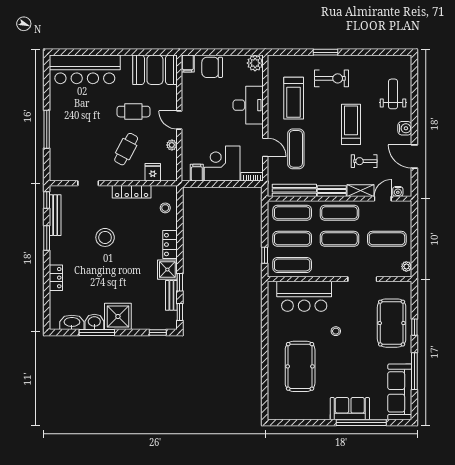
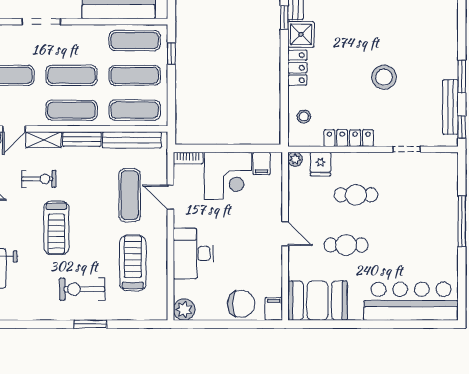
plant: (172, 145) -> (295, 159), moved
cafe table: (126, 149) -> (356, 195), turned 62
locker: (56, 278) -> (449, 24), removed

